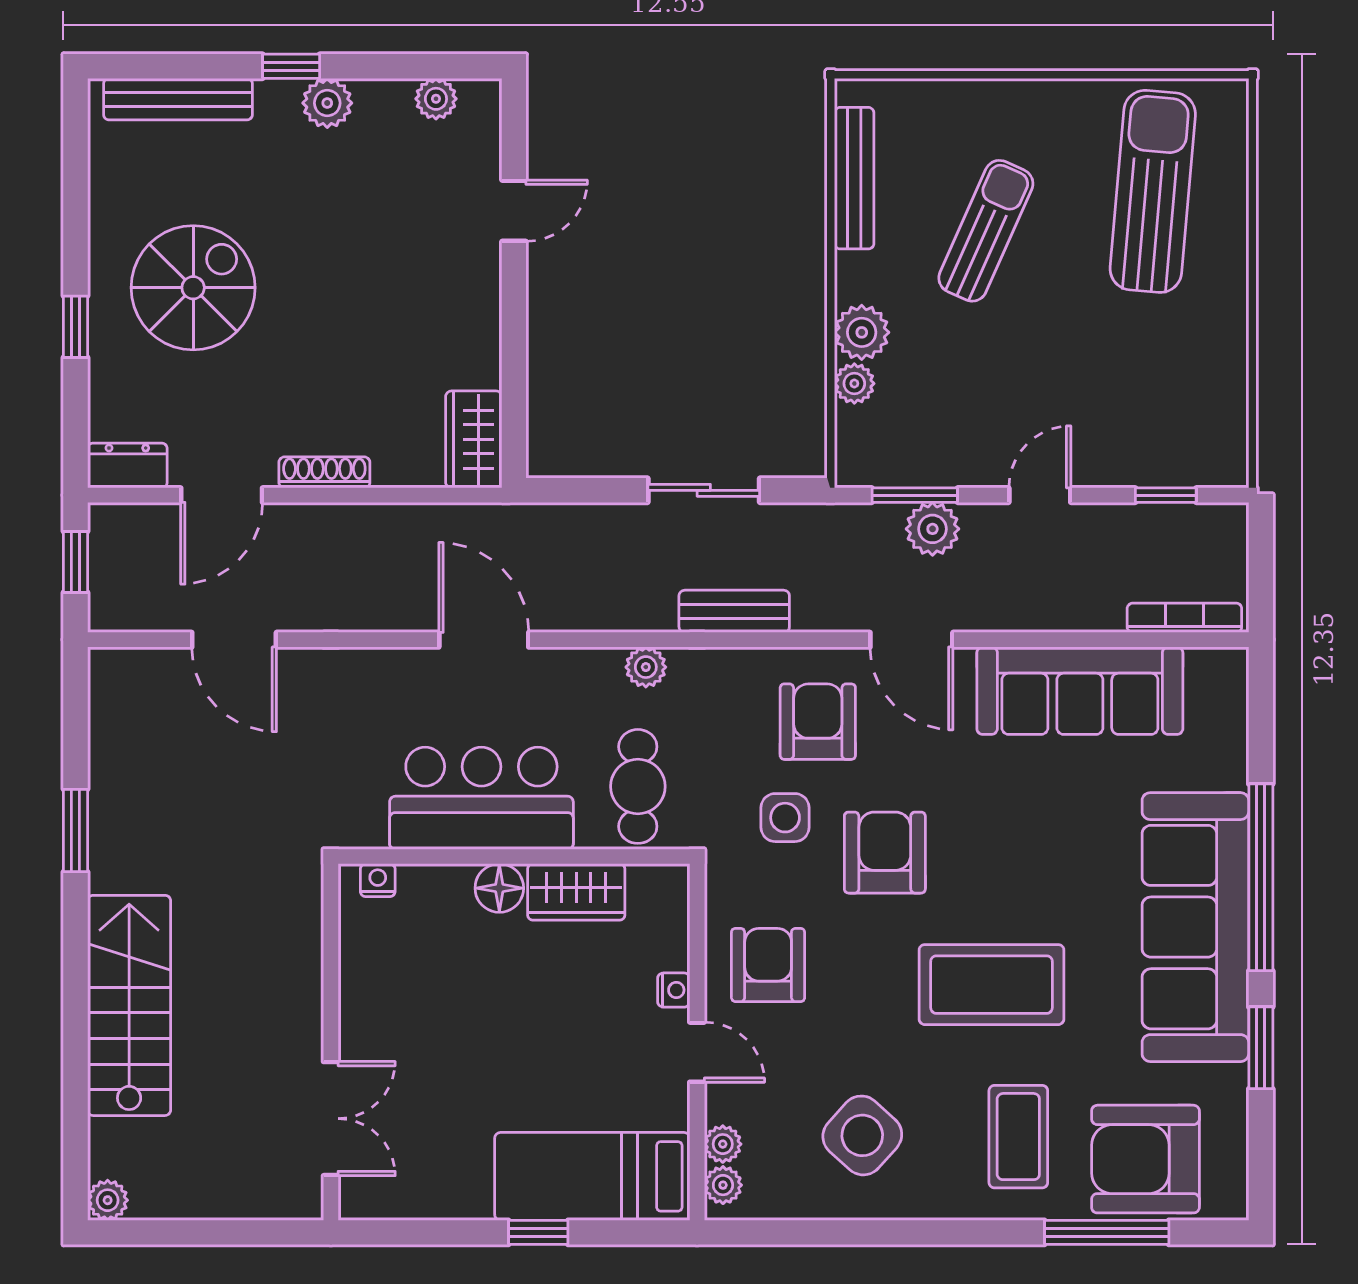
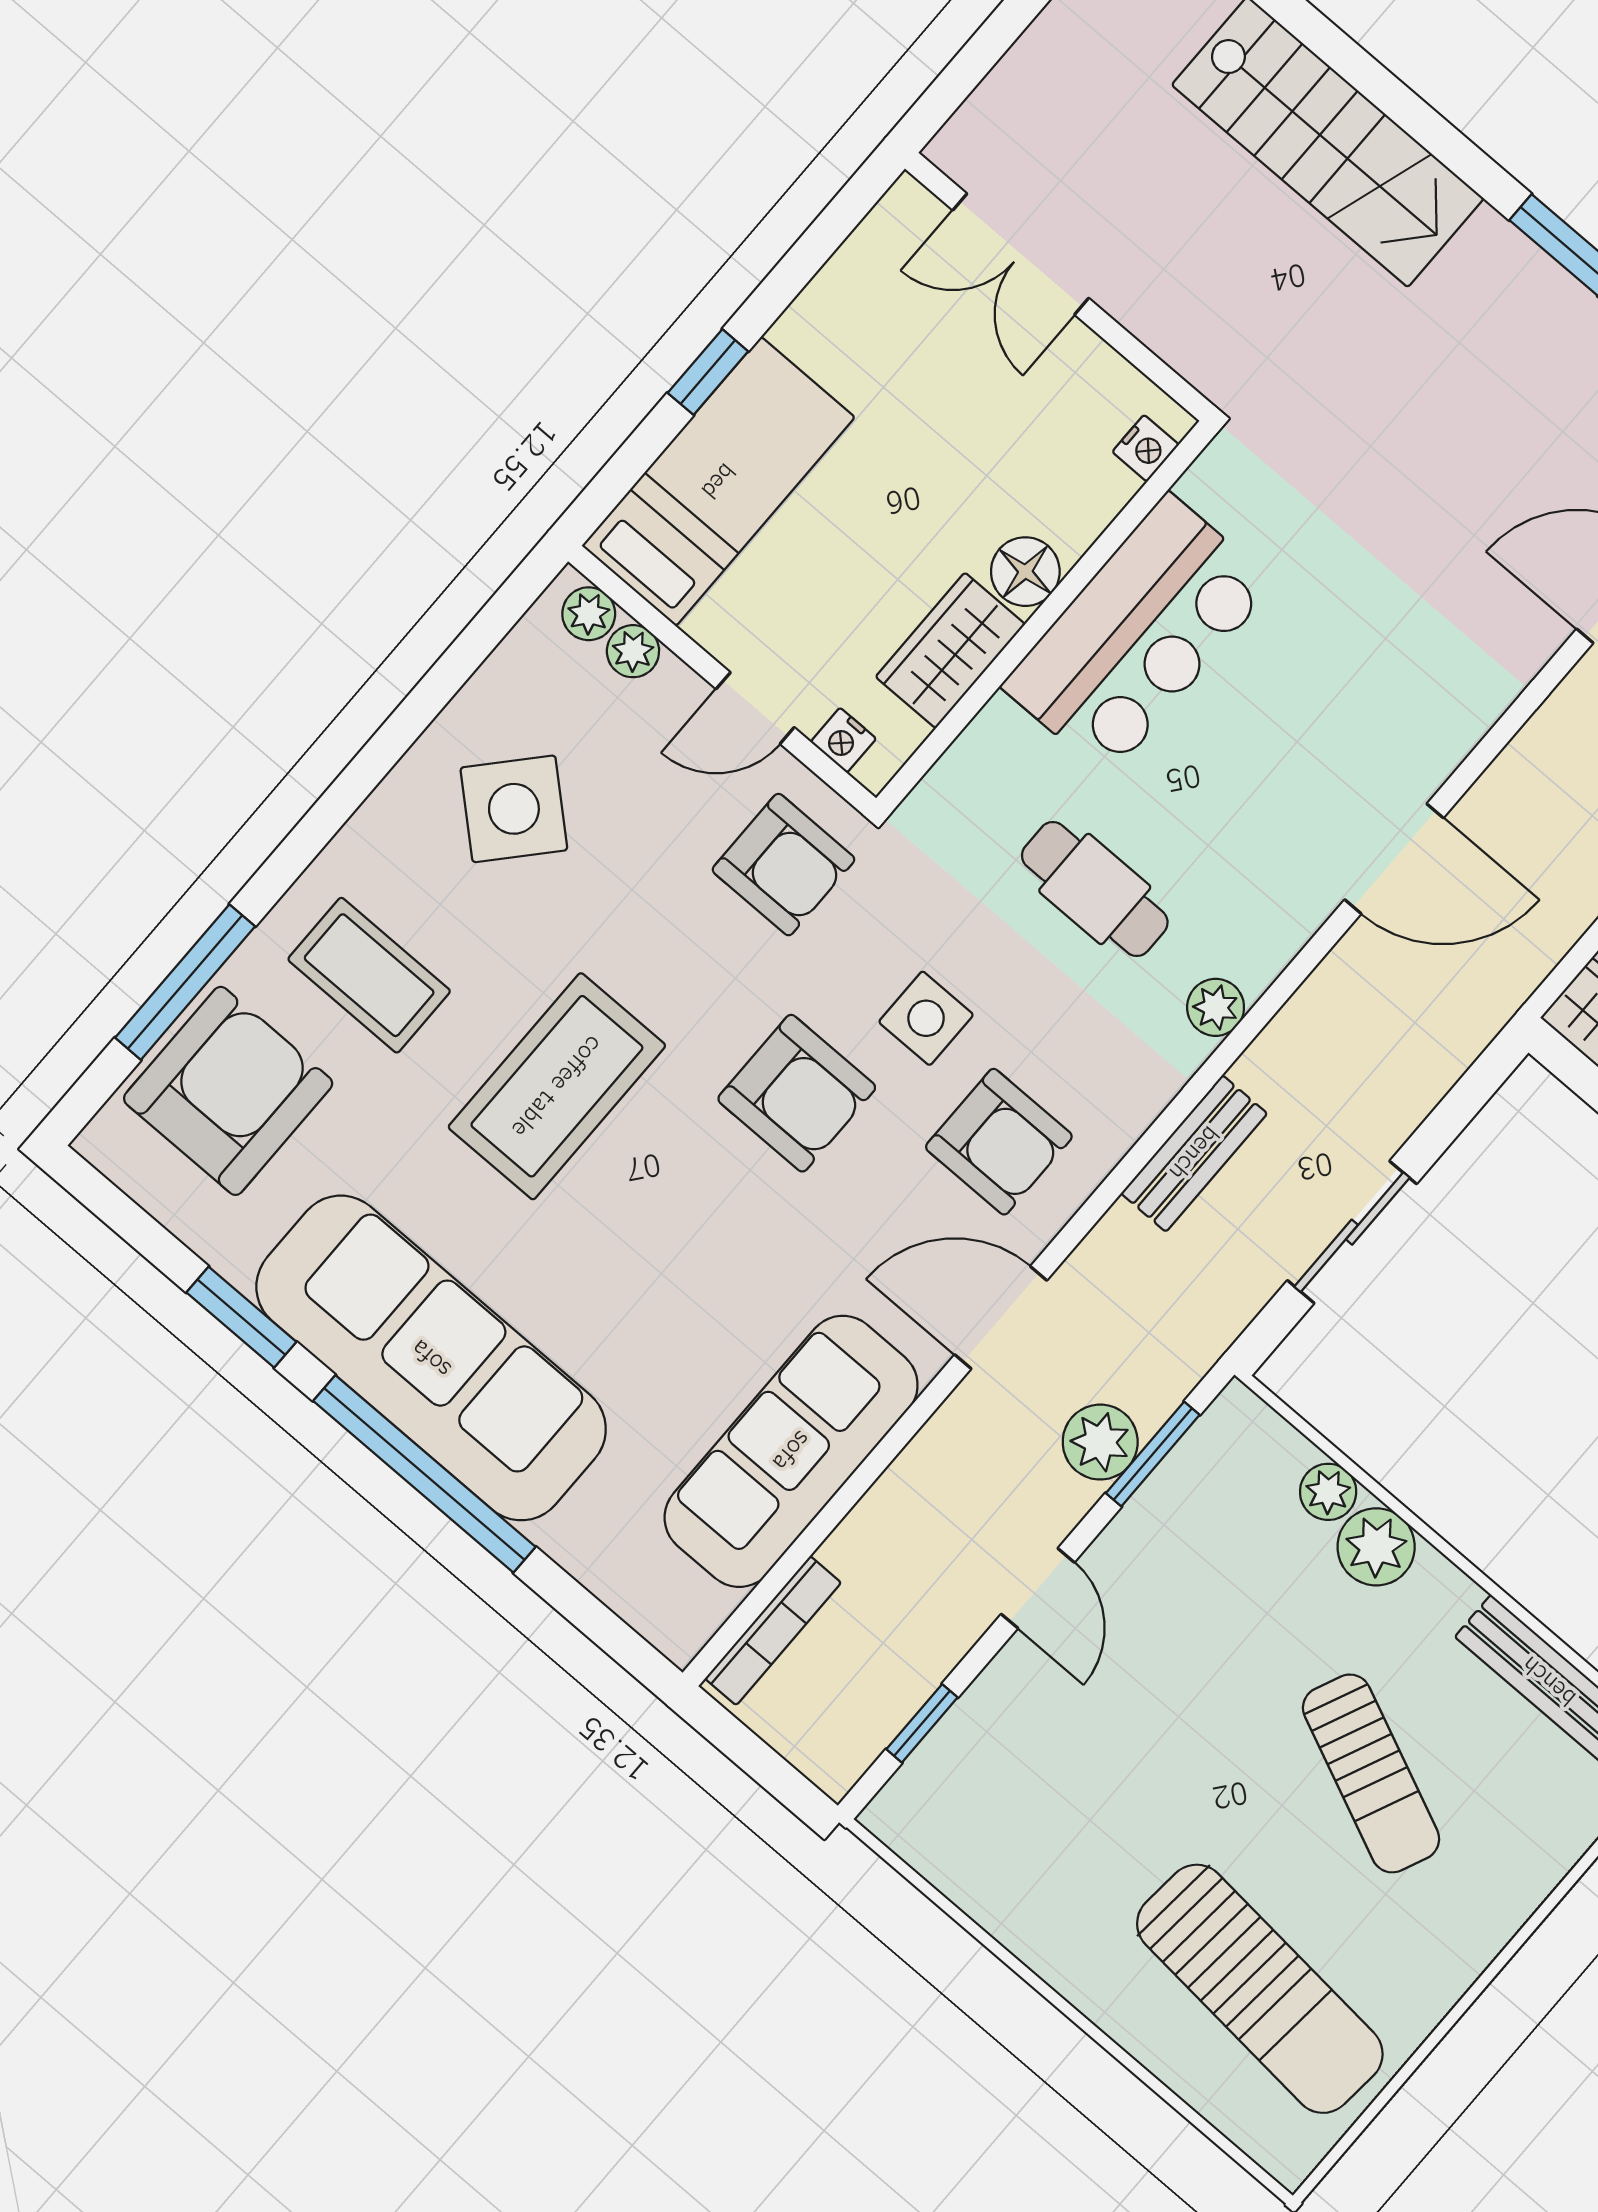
bar counter: (481, 798) -> (1138, 635), moved
wall: (514, 856) -> (1046, 616), moved
nightstand: (378, 880) -> (1146, 448), moved
floor lamp: (499, 888) -> (1025, 572), moved
wardrobe: (576, 892) -> (950, 650), moved

